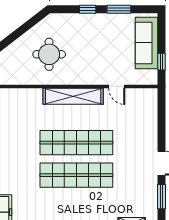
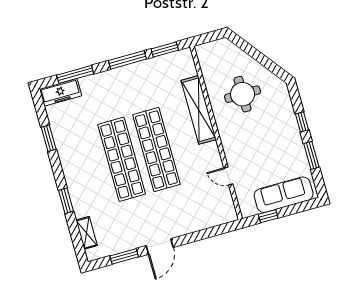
door: (117, 86) -> (228, 176), hinge flipped
shelving: (73, 96) -> (199, 110), moved

